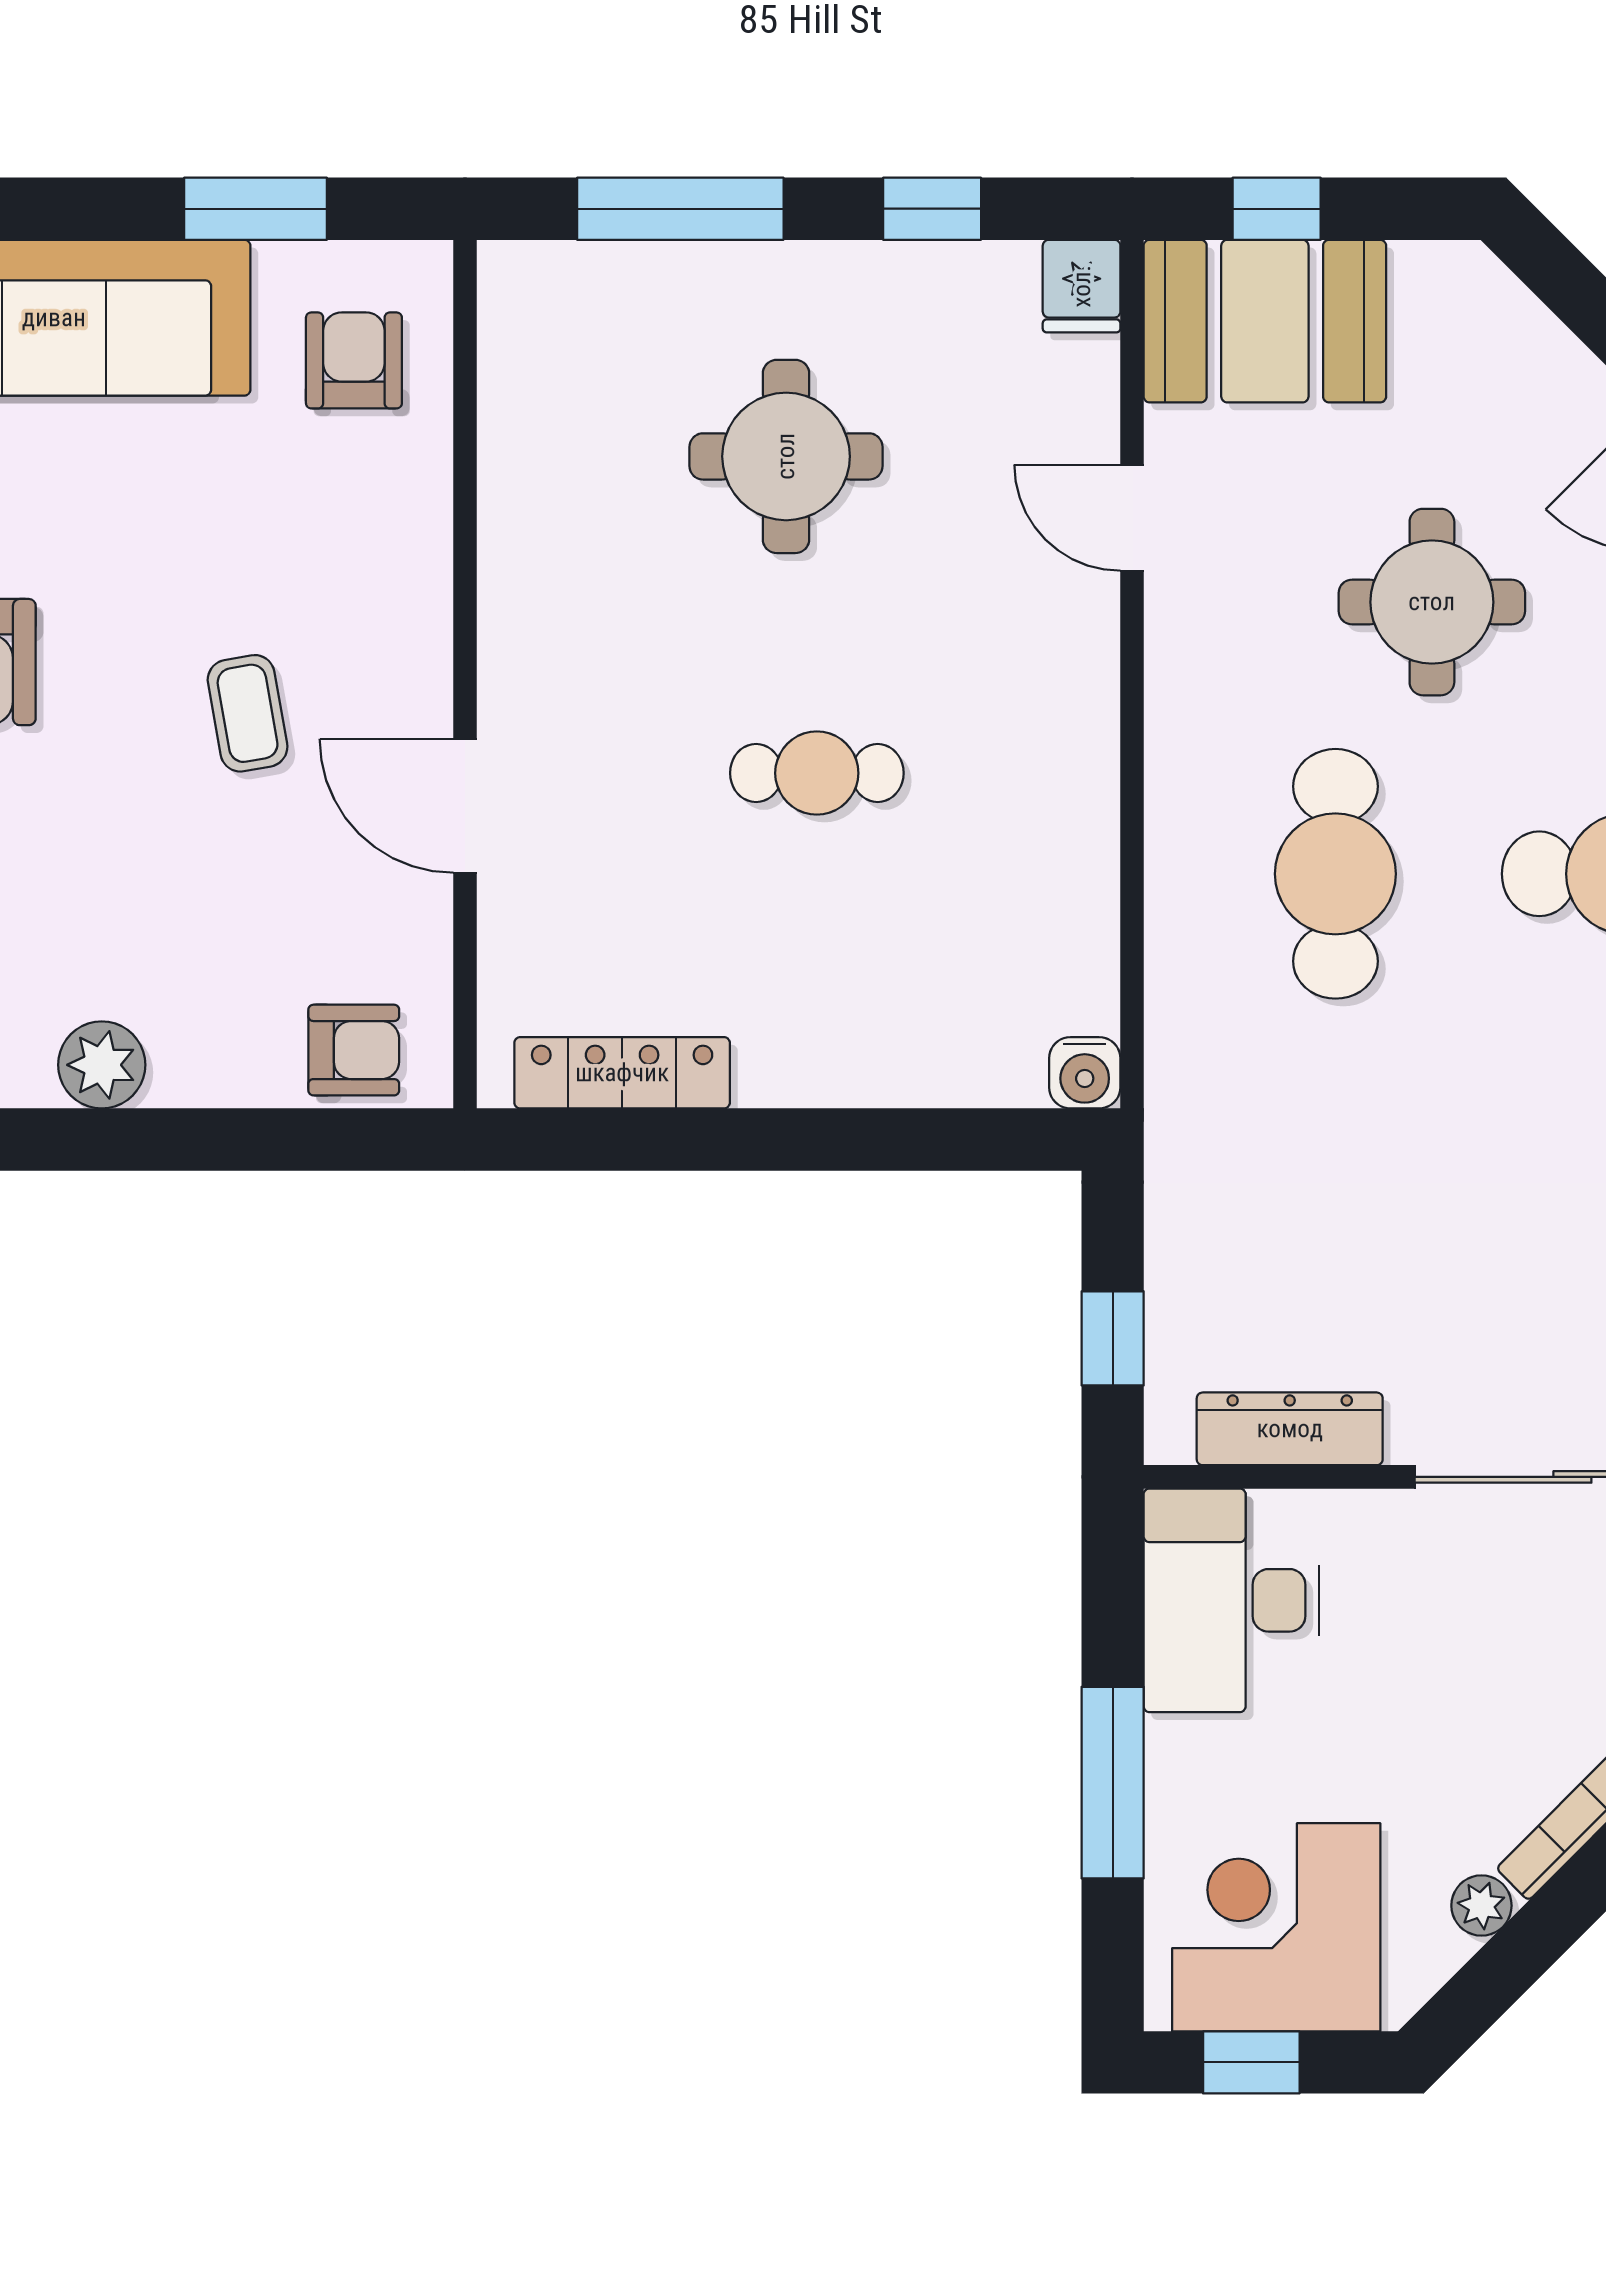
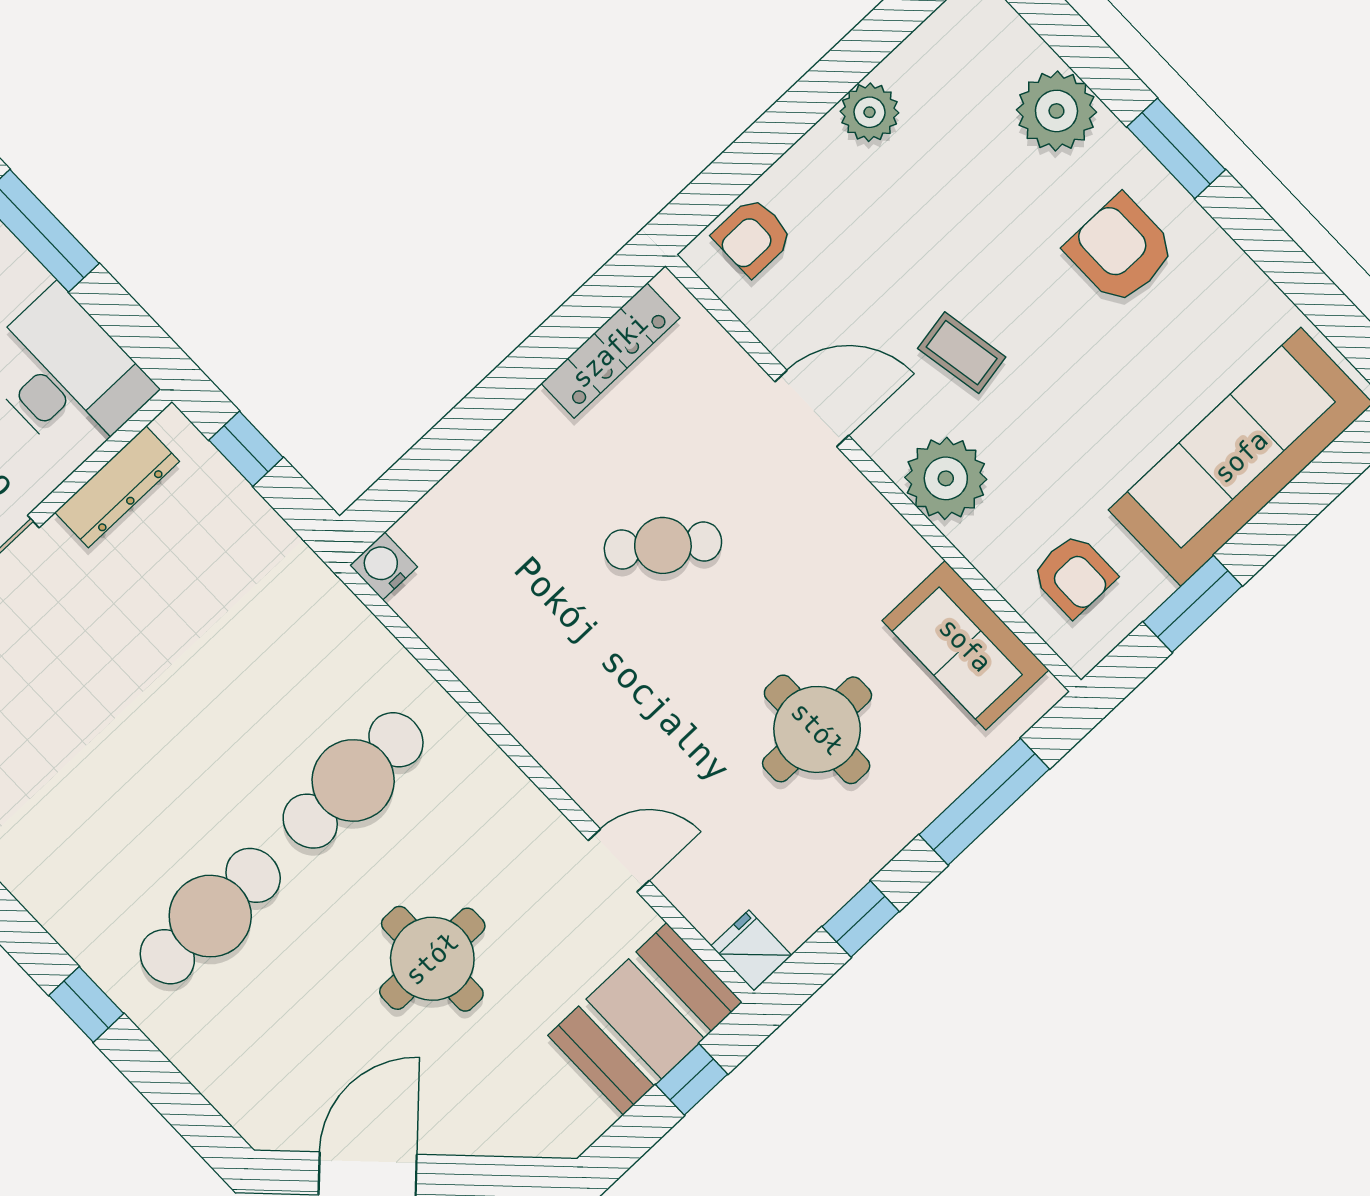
sofa: (541, 396) -> (965, 645), added
plant: (392, 595) -> (946, 478), added
cafe table: (817, 773) -> (663, 545), moved, turned 38
cafe table: (1335, 874) -> (353, 780), turned 90

